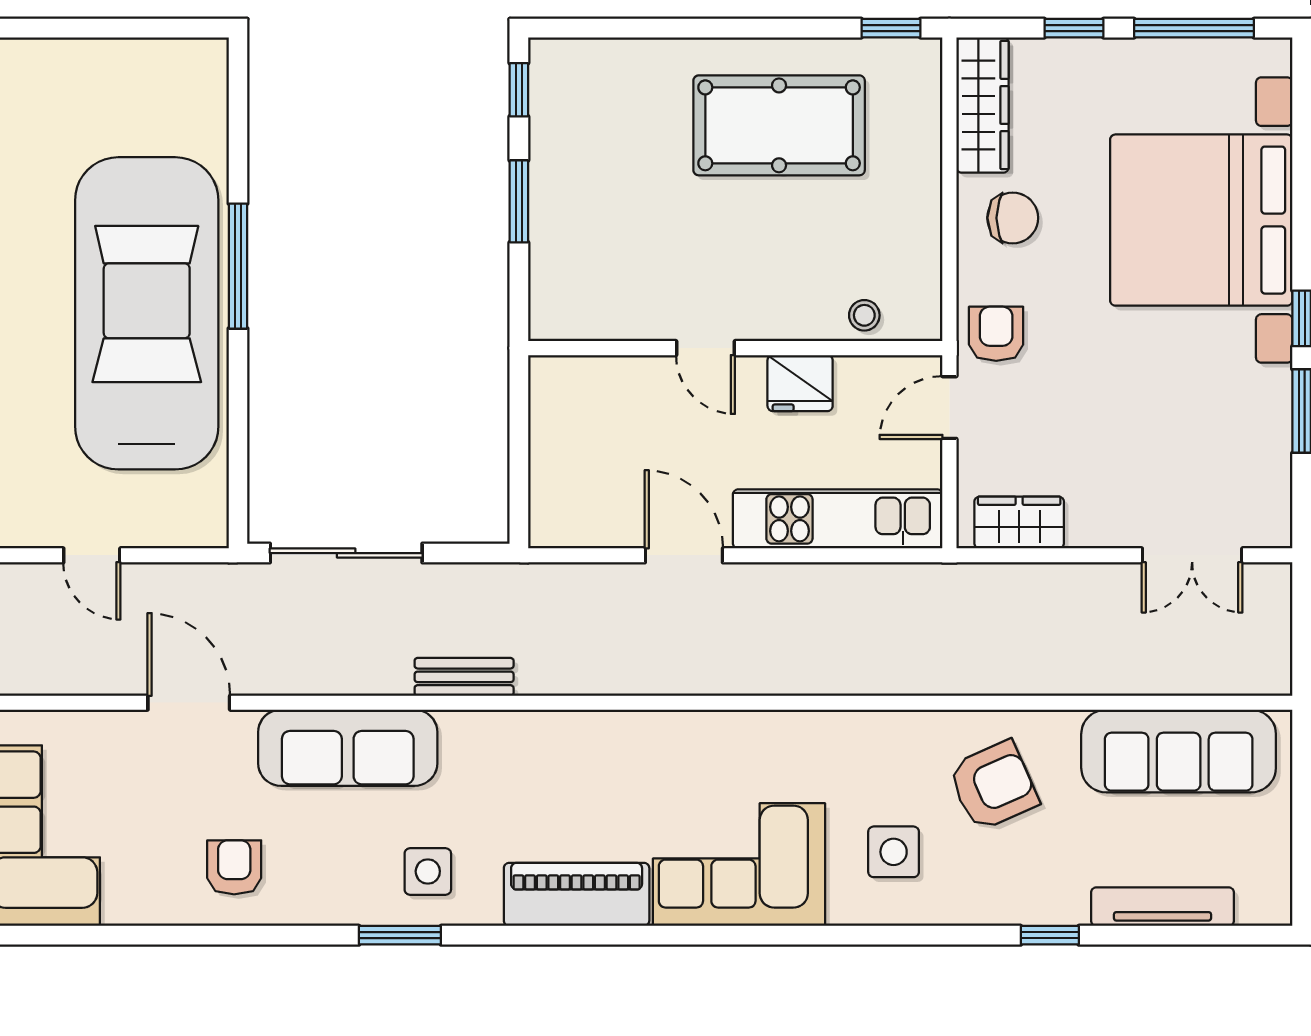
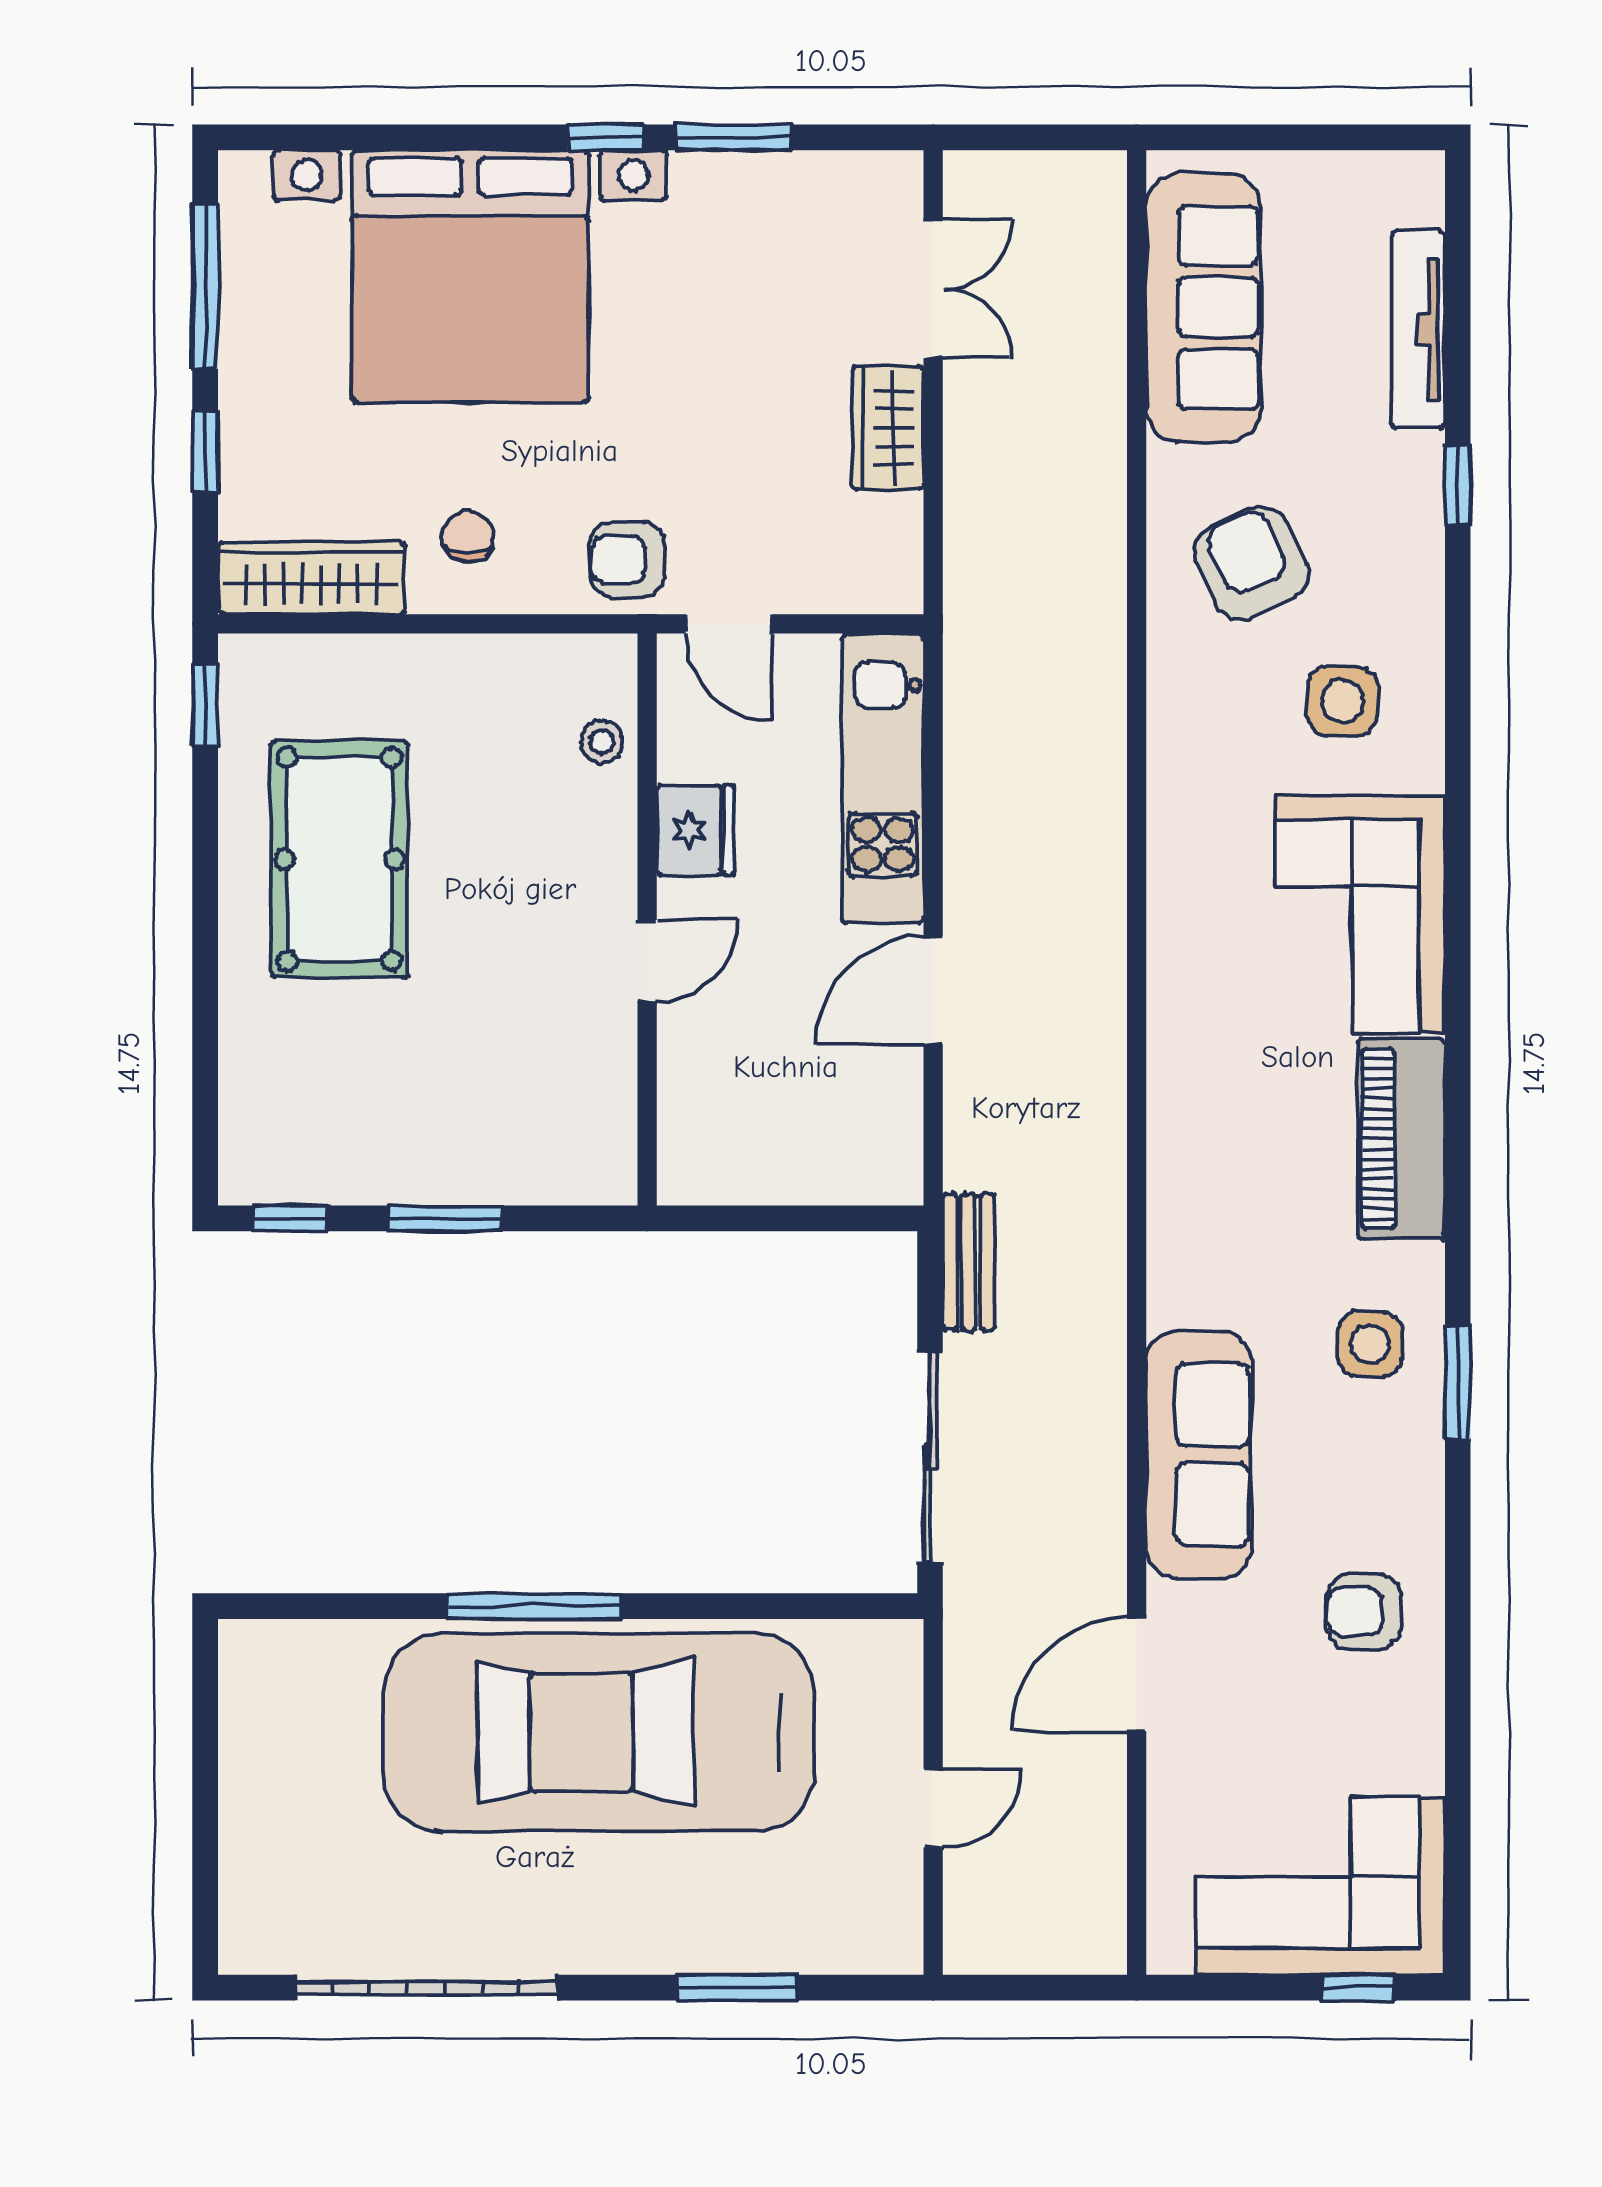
chair: (1013, 218) -> (467, 536), width x0.73, depth x0.73
wardrobe: (1019, 522) -> (888, 428), moved
bench: (464, 677) -> (969, 1262), moved

